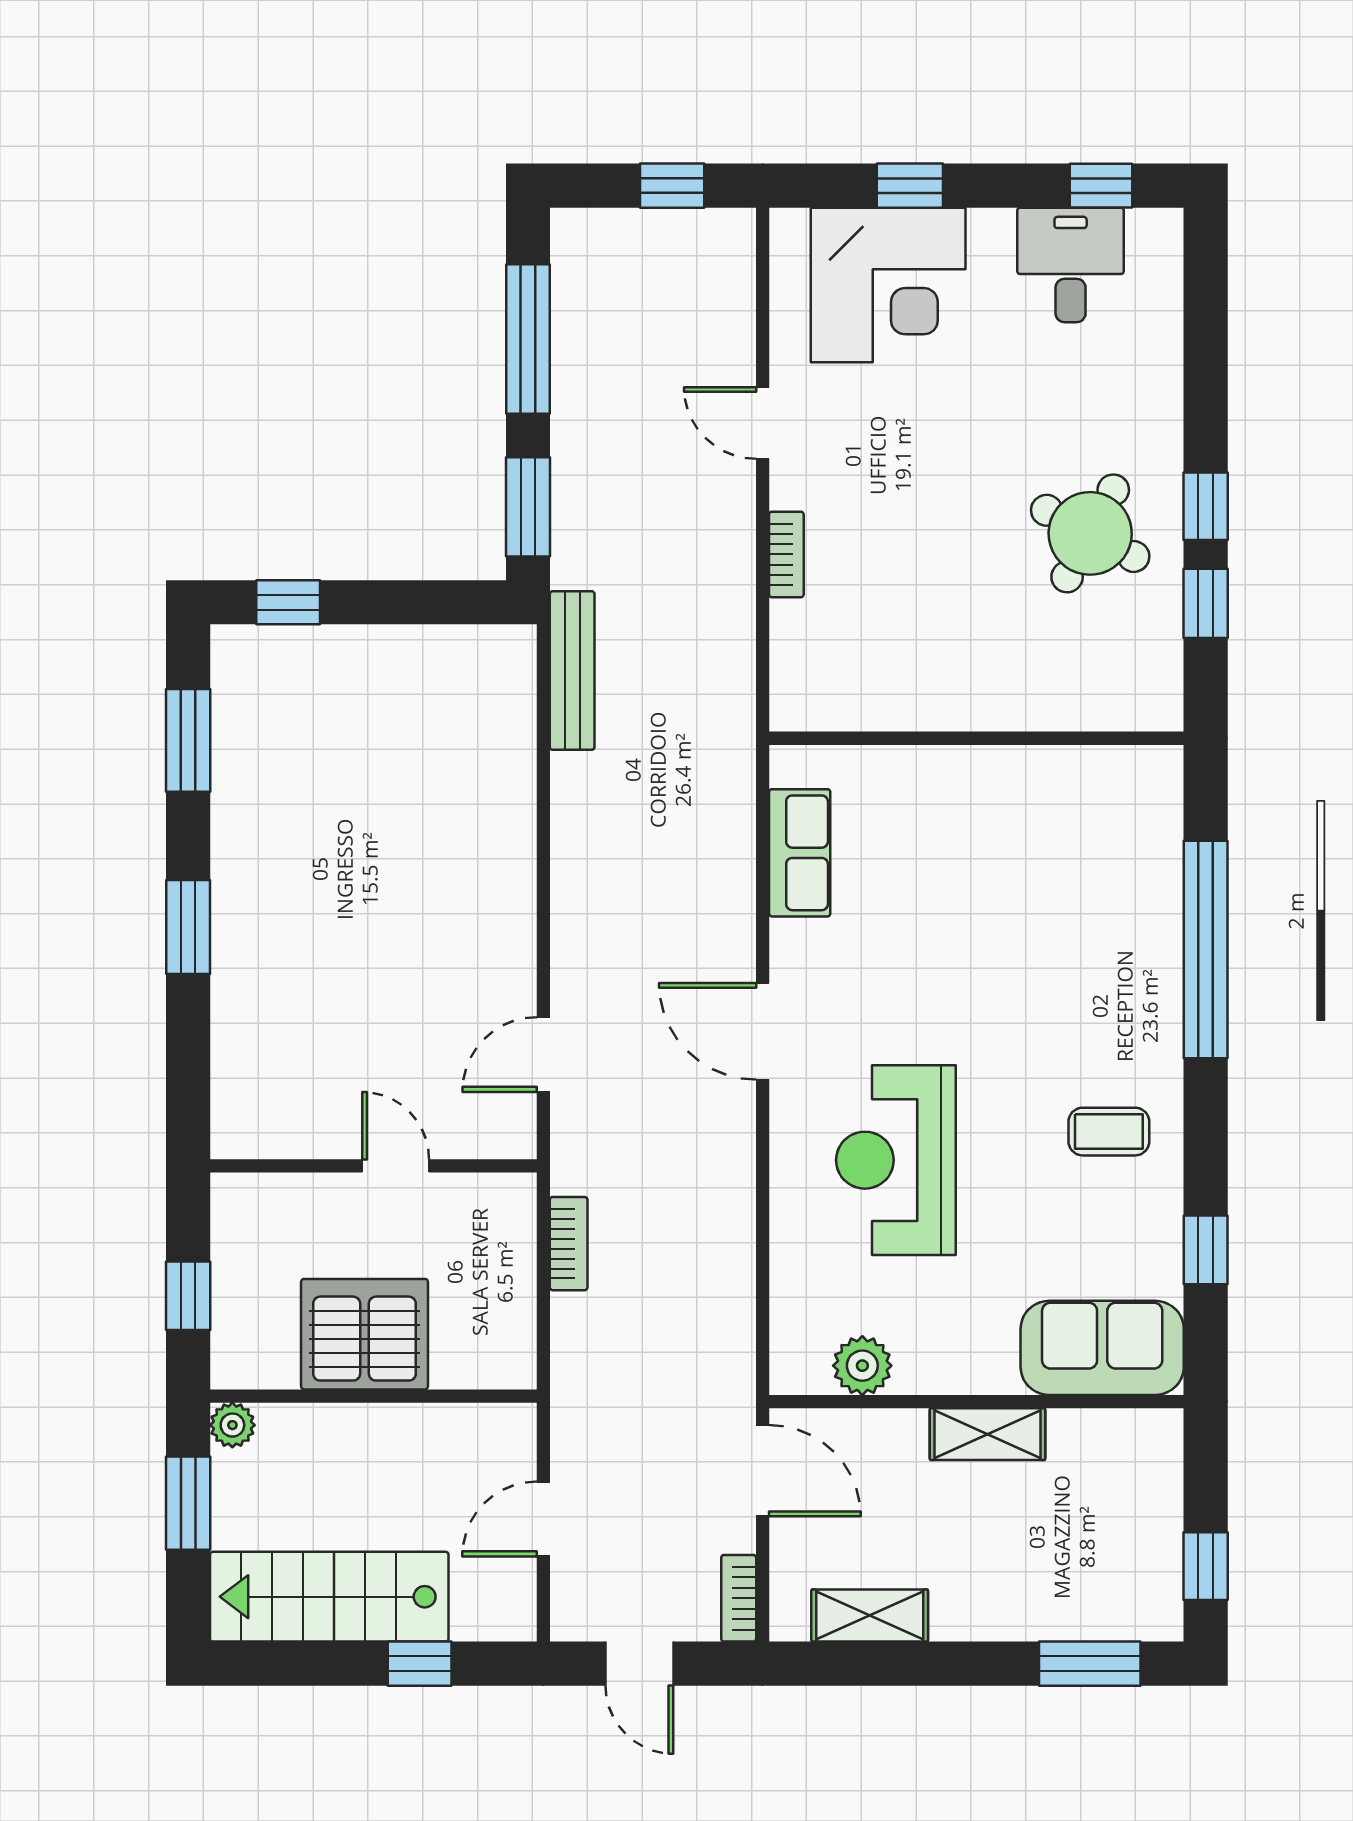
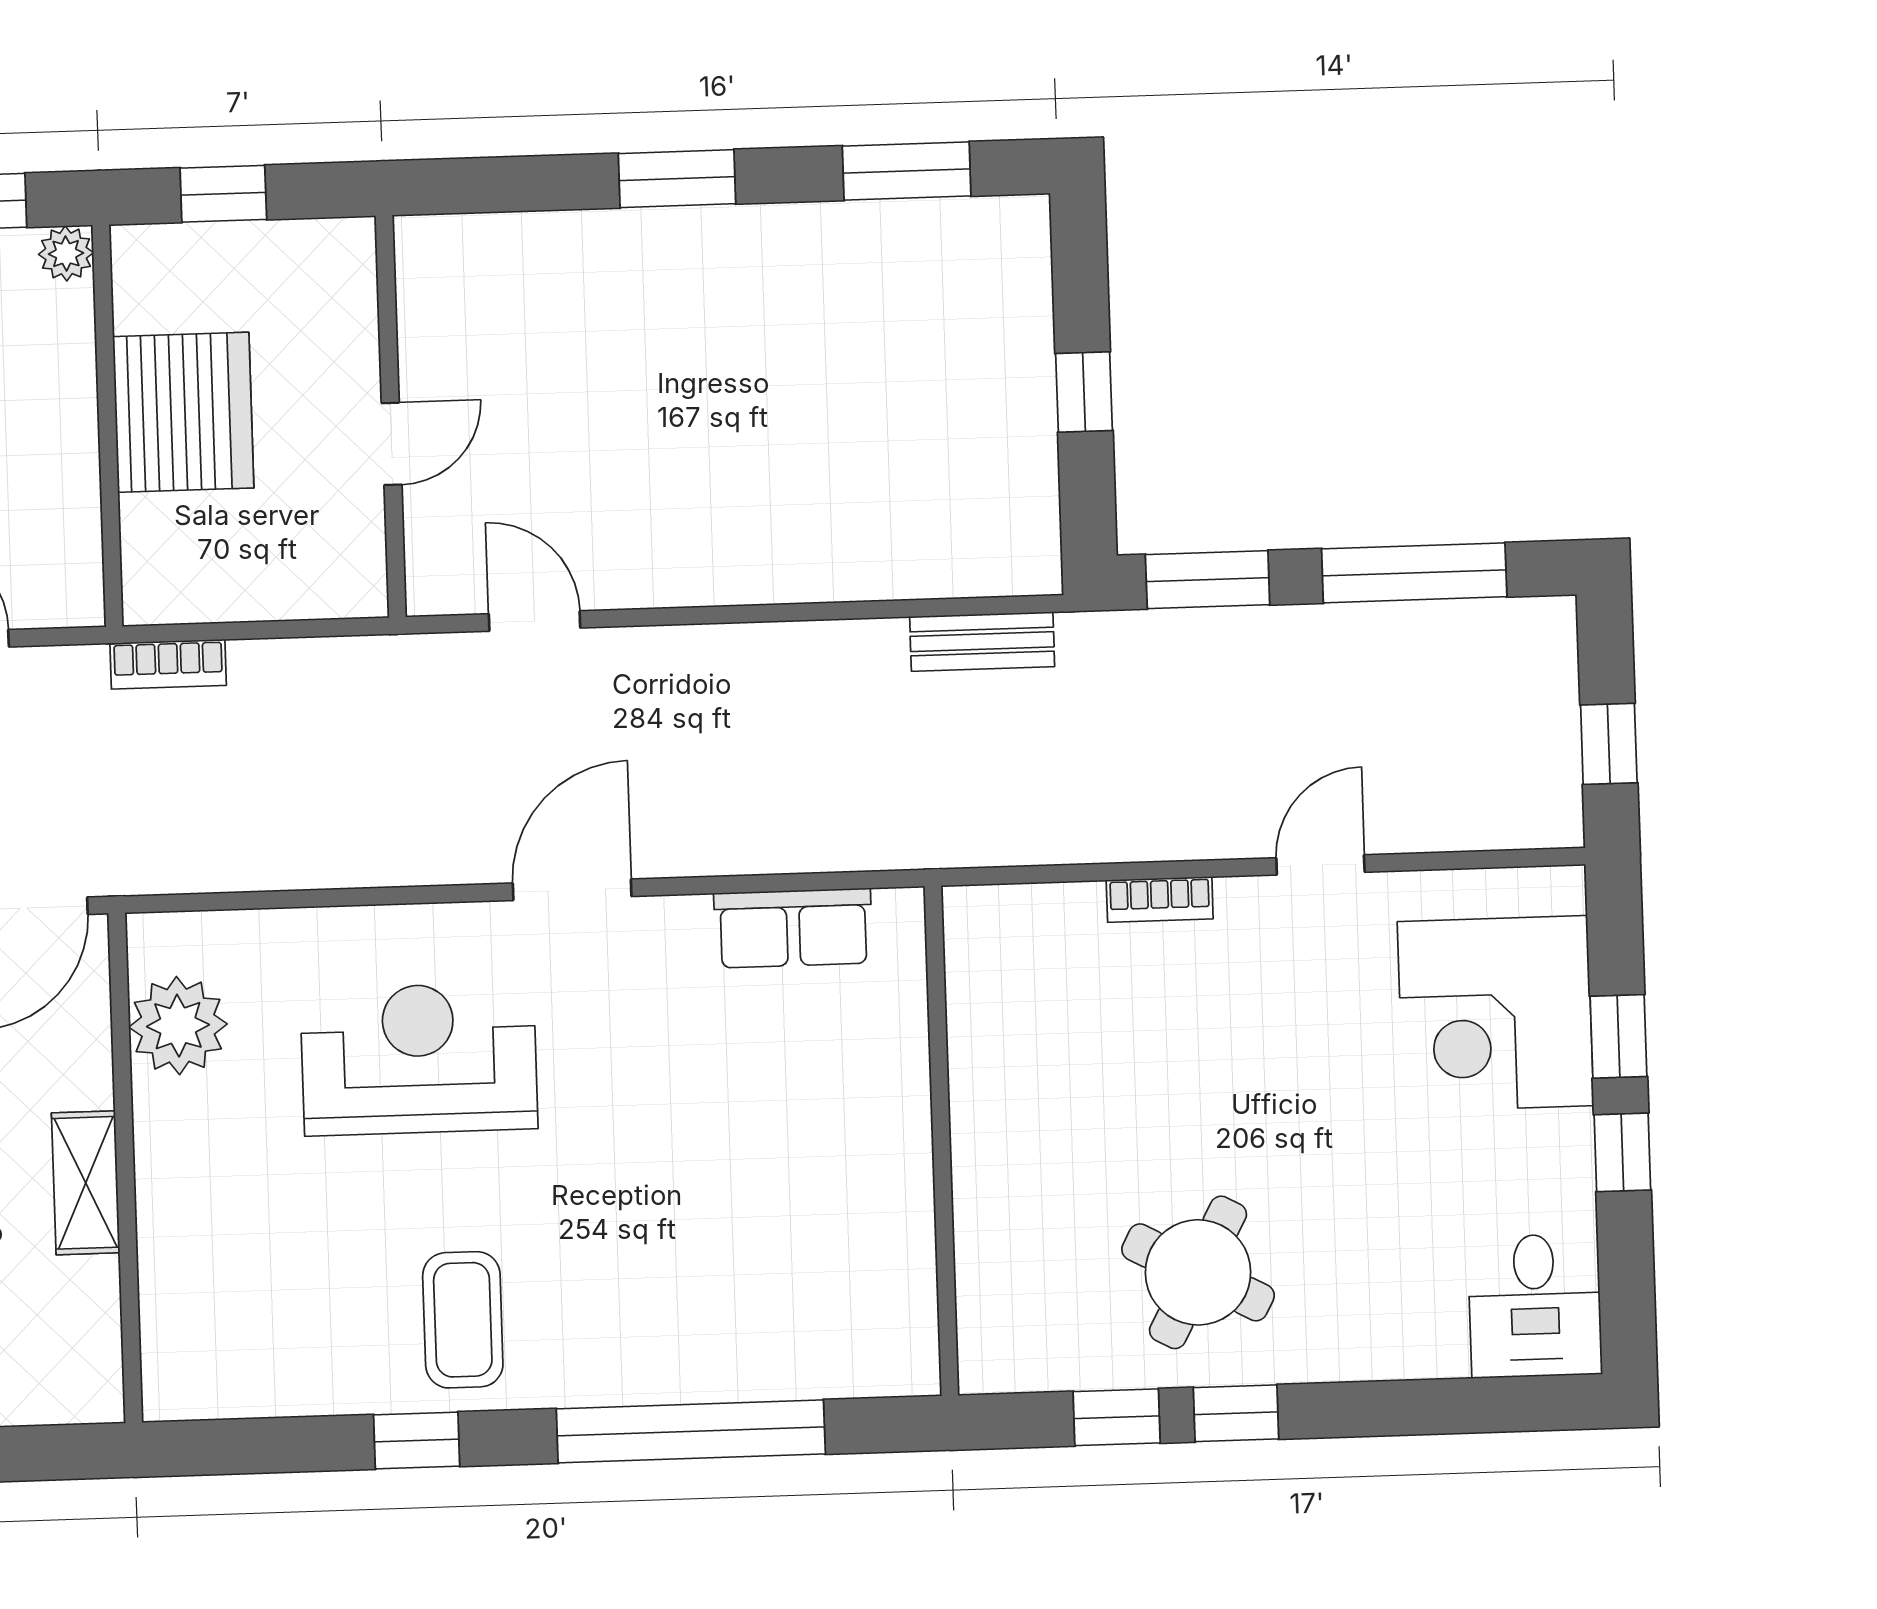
window: (1101, 186) -> (1622, 1152), moved
desk: (1071, 265) -> (1535, 1306), moved, turned 90
window: (288, 602) -> (1084, 392), moved
bench: (572, 671) -> (982, 642), width x0.73
coffee table: (1109, 1132) -> (463, 1320), width x1.36, depth x1.30
bookcase: (569, 1244) -> (168, 664), moved
window: (1206, 1250) -> (417, 1440), moved
sofa: (1102, 1348) -> (196, 1320), removed
plant: (862, 1366) -> (178, 1026), width x1.36, depth x1.36

